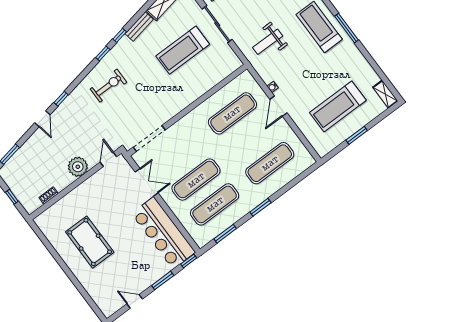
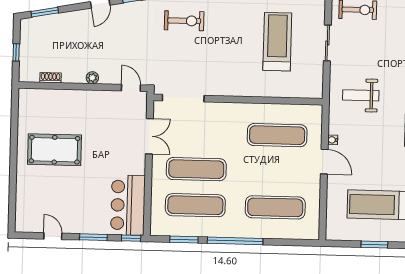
sliding door: (217, 24) -> (327, 43), width x0.73
treadmill: (183, 50) -> (277, 42), turned 90
door: (278, 106) -> (324, 162), swing flipped
door: (108, 159) -> (131, 88), hinge flipped
plant: (78, 167) -> (92, 78), width x0.53, depth x0.53
window: (260, 207) -> (235, 241), width x2.11
bar counter: (163, 233) -> (128, 205), width x0.73
pool table: (90, 242) -> (54, 150), turned 90

